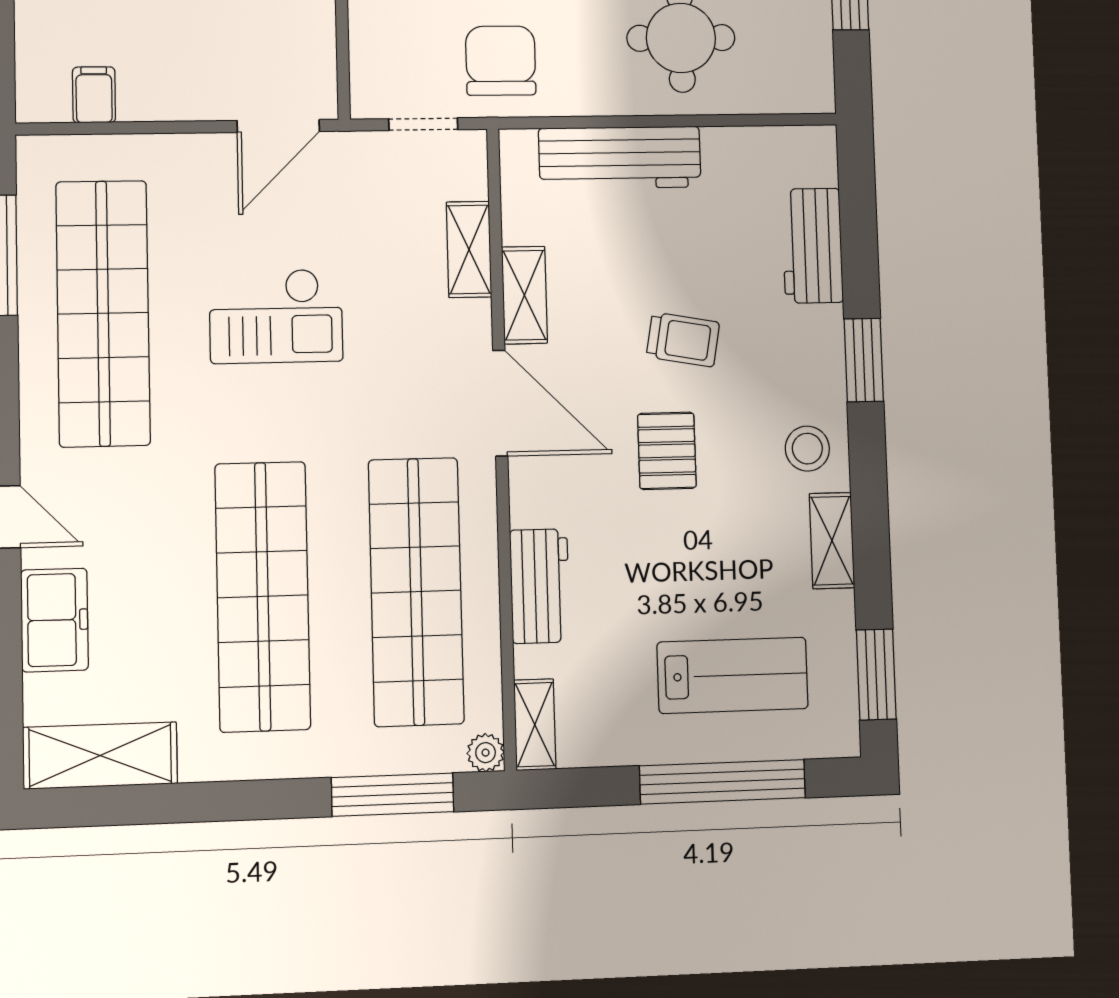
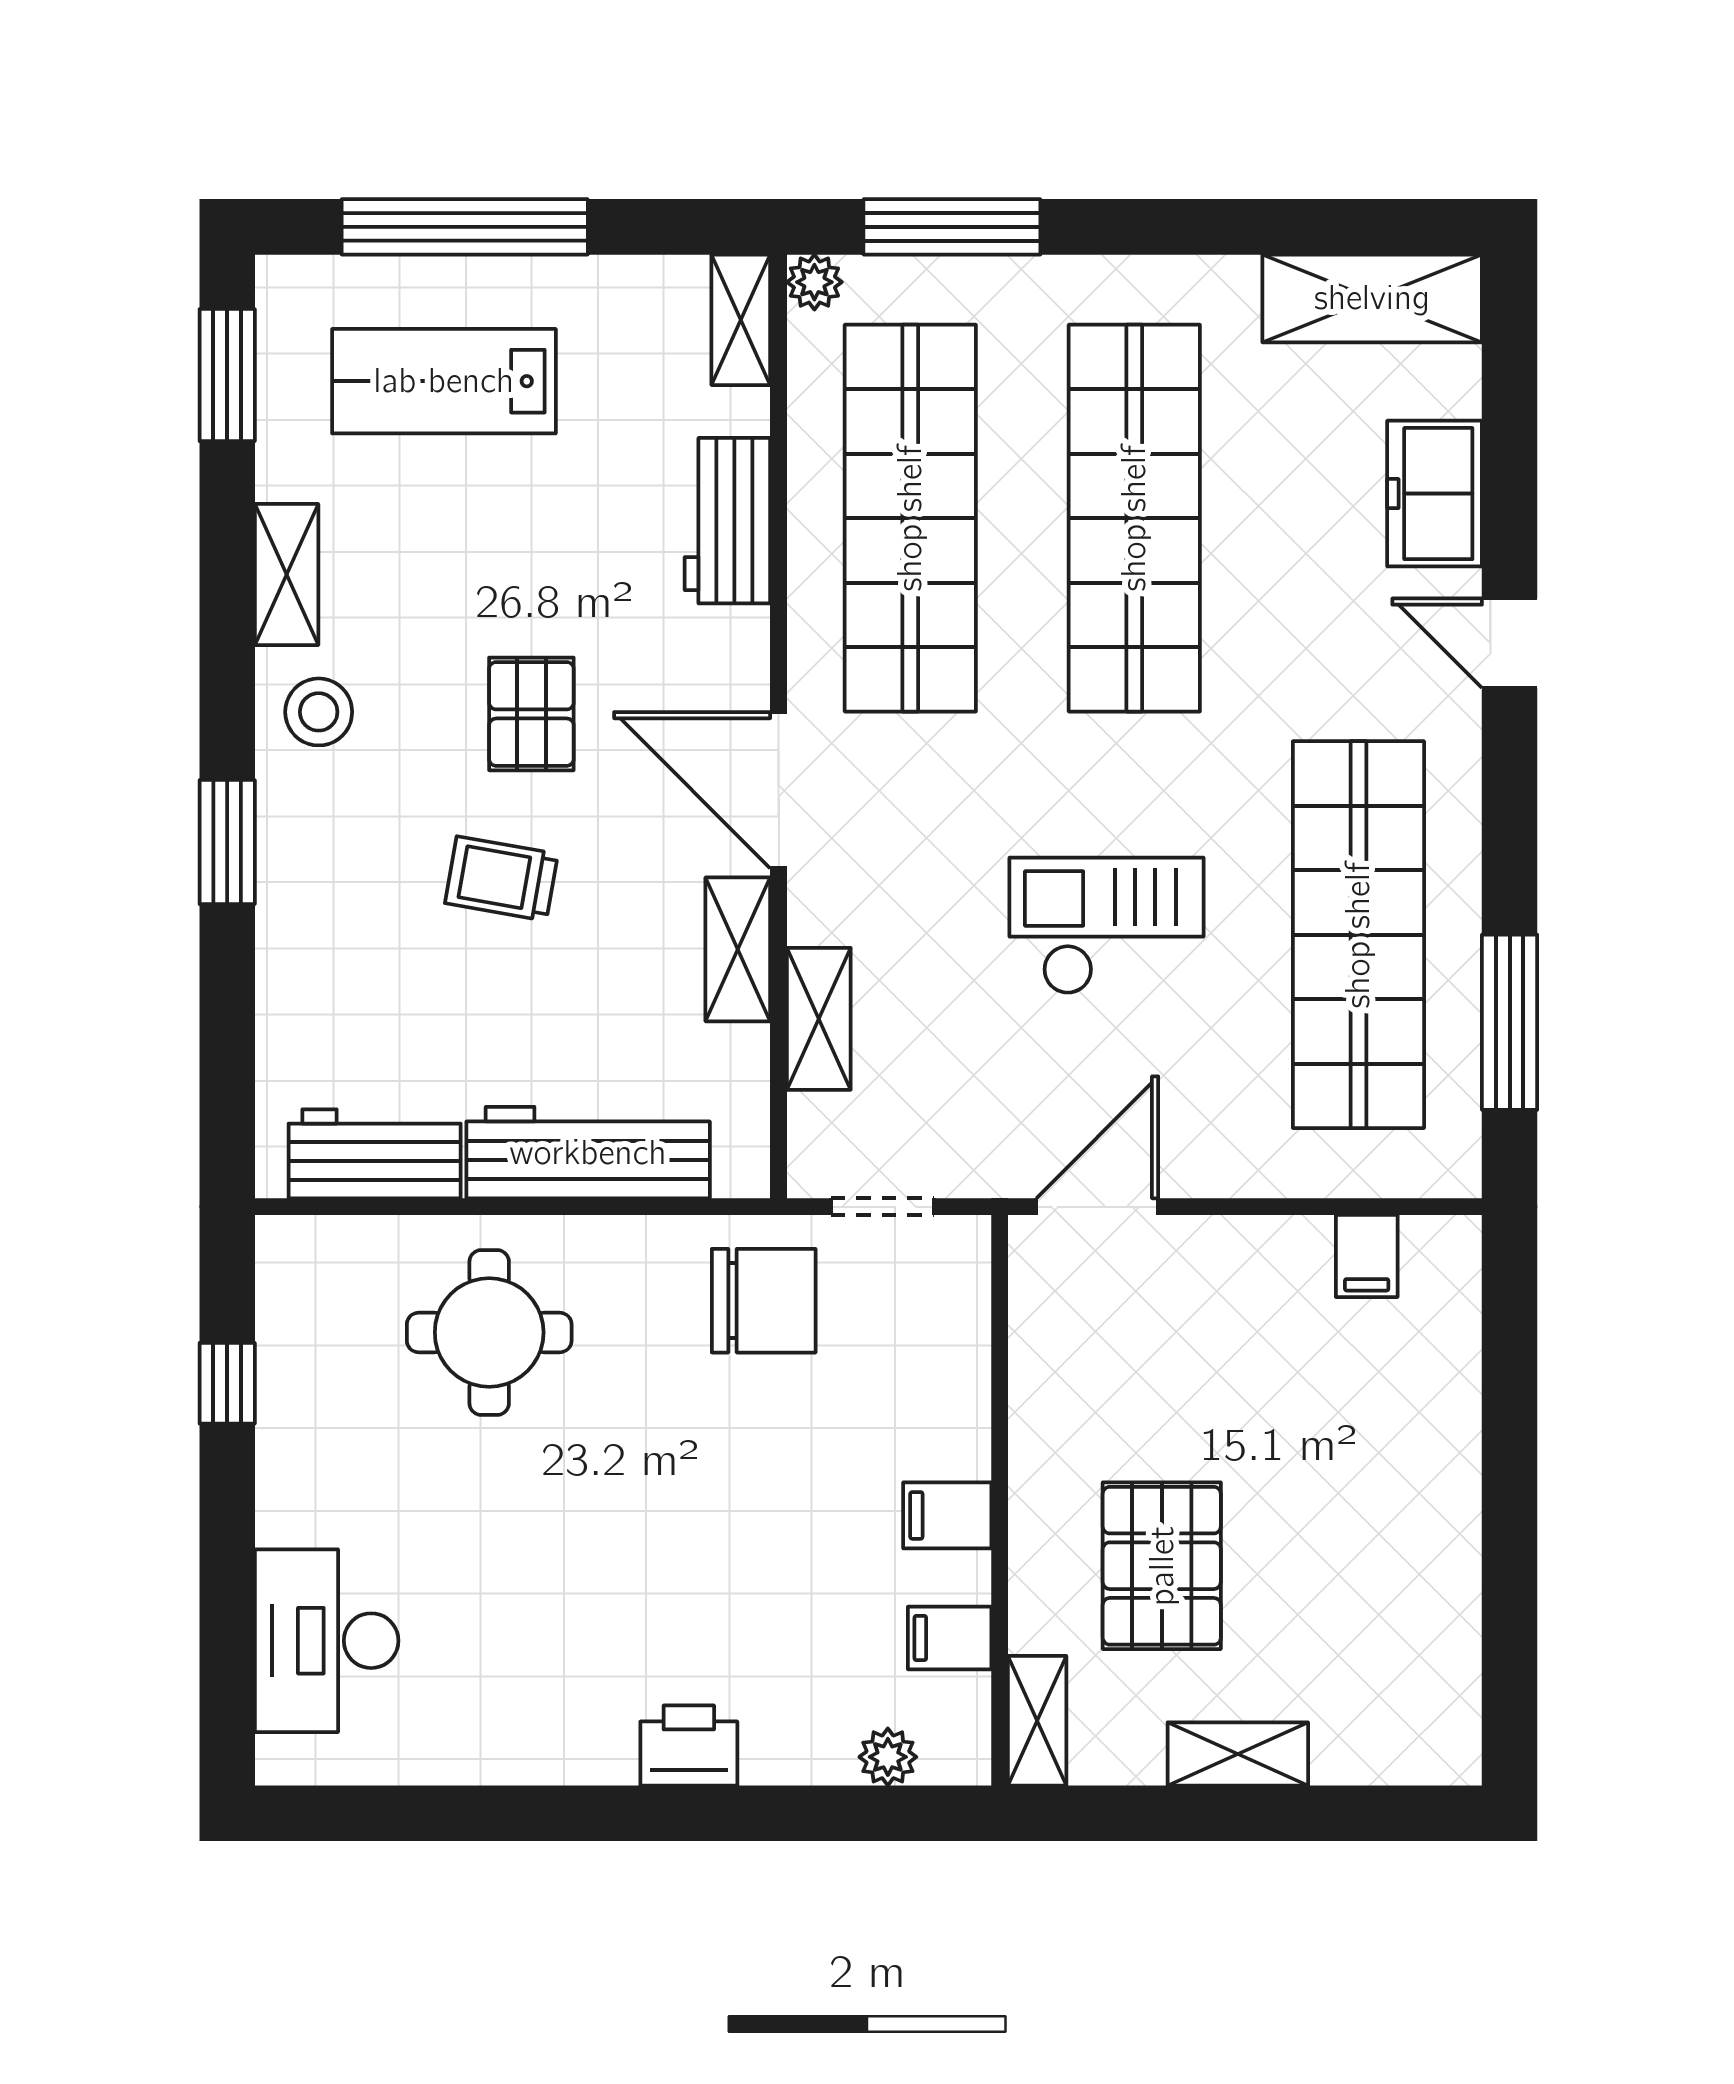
chair: (501, 61) -> (764, 1301), turned -90
workbench: (812, 246) -> (375, 1154), moved, turned -90

